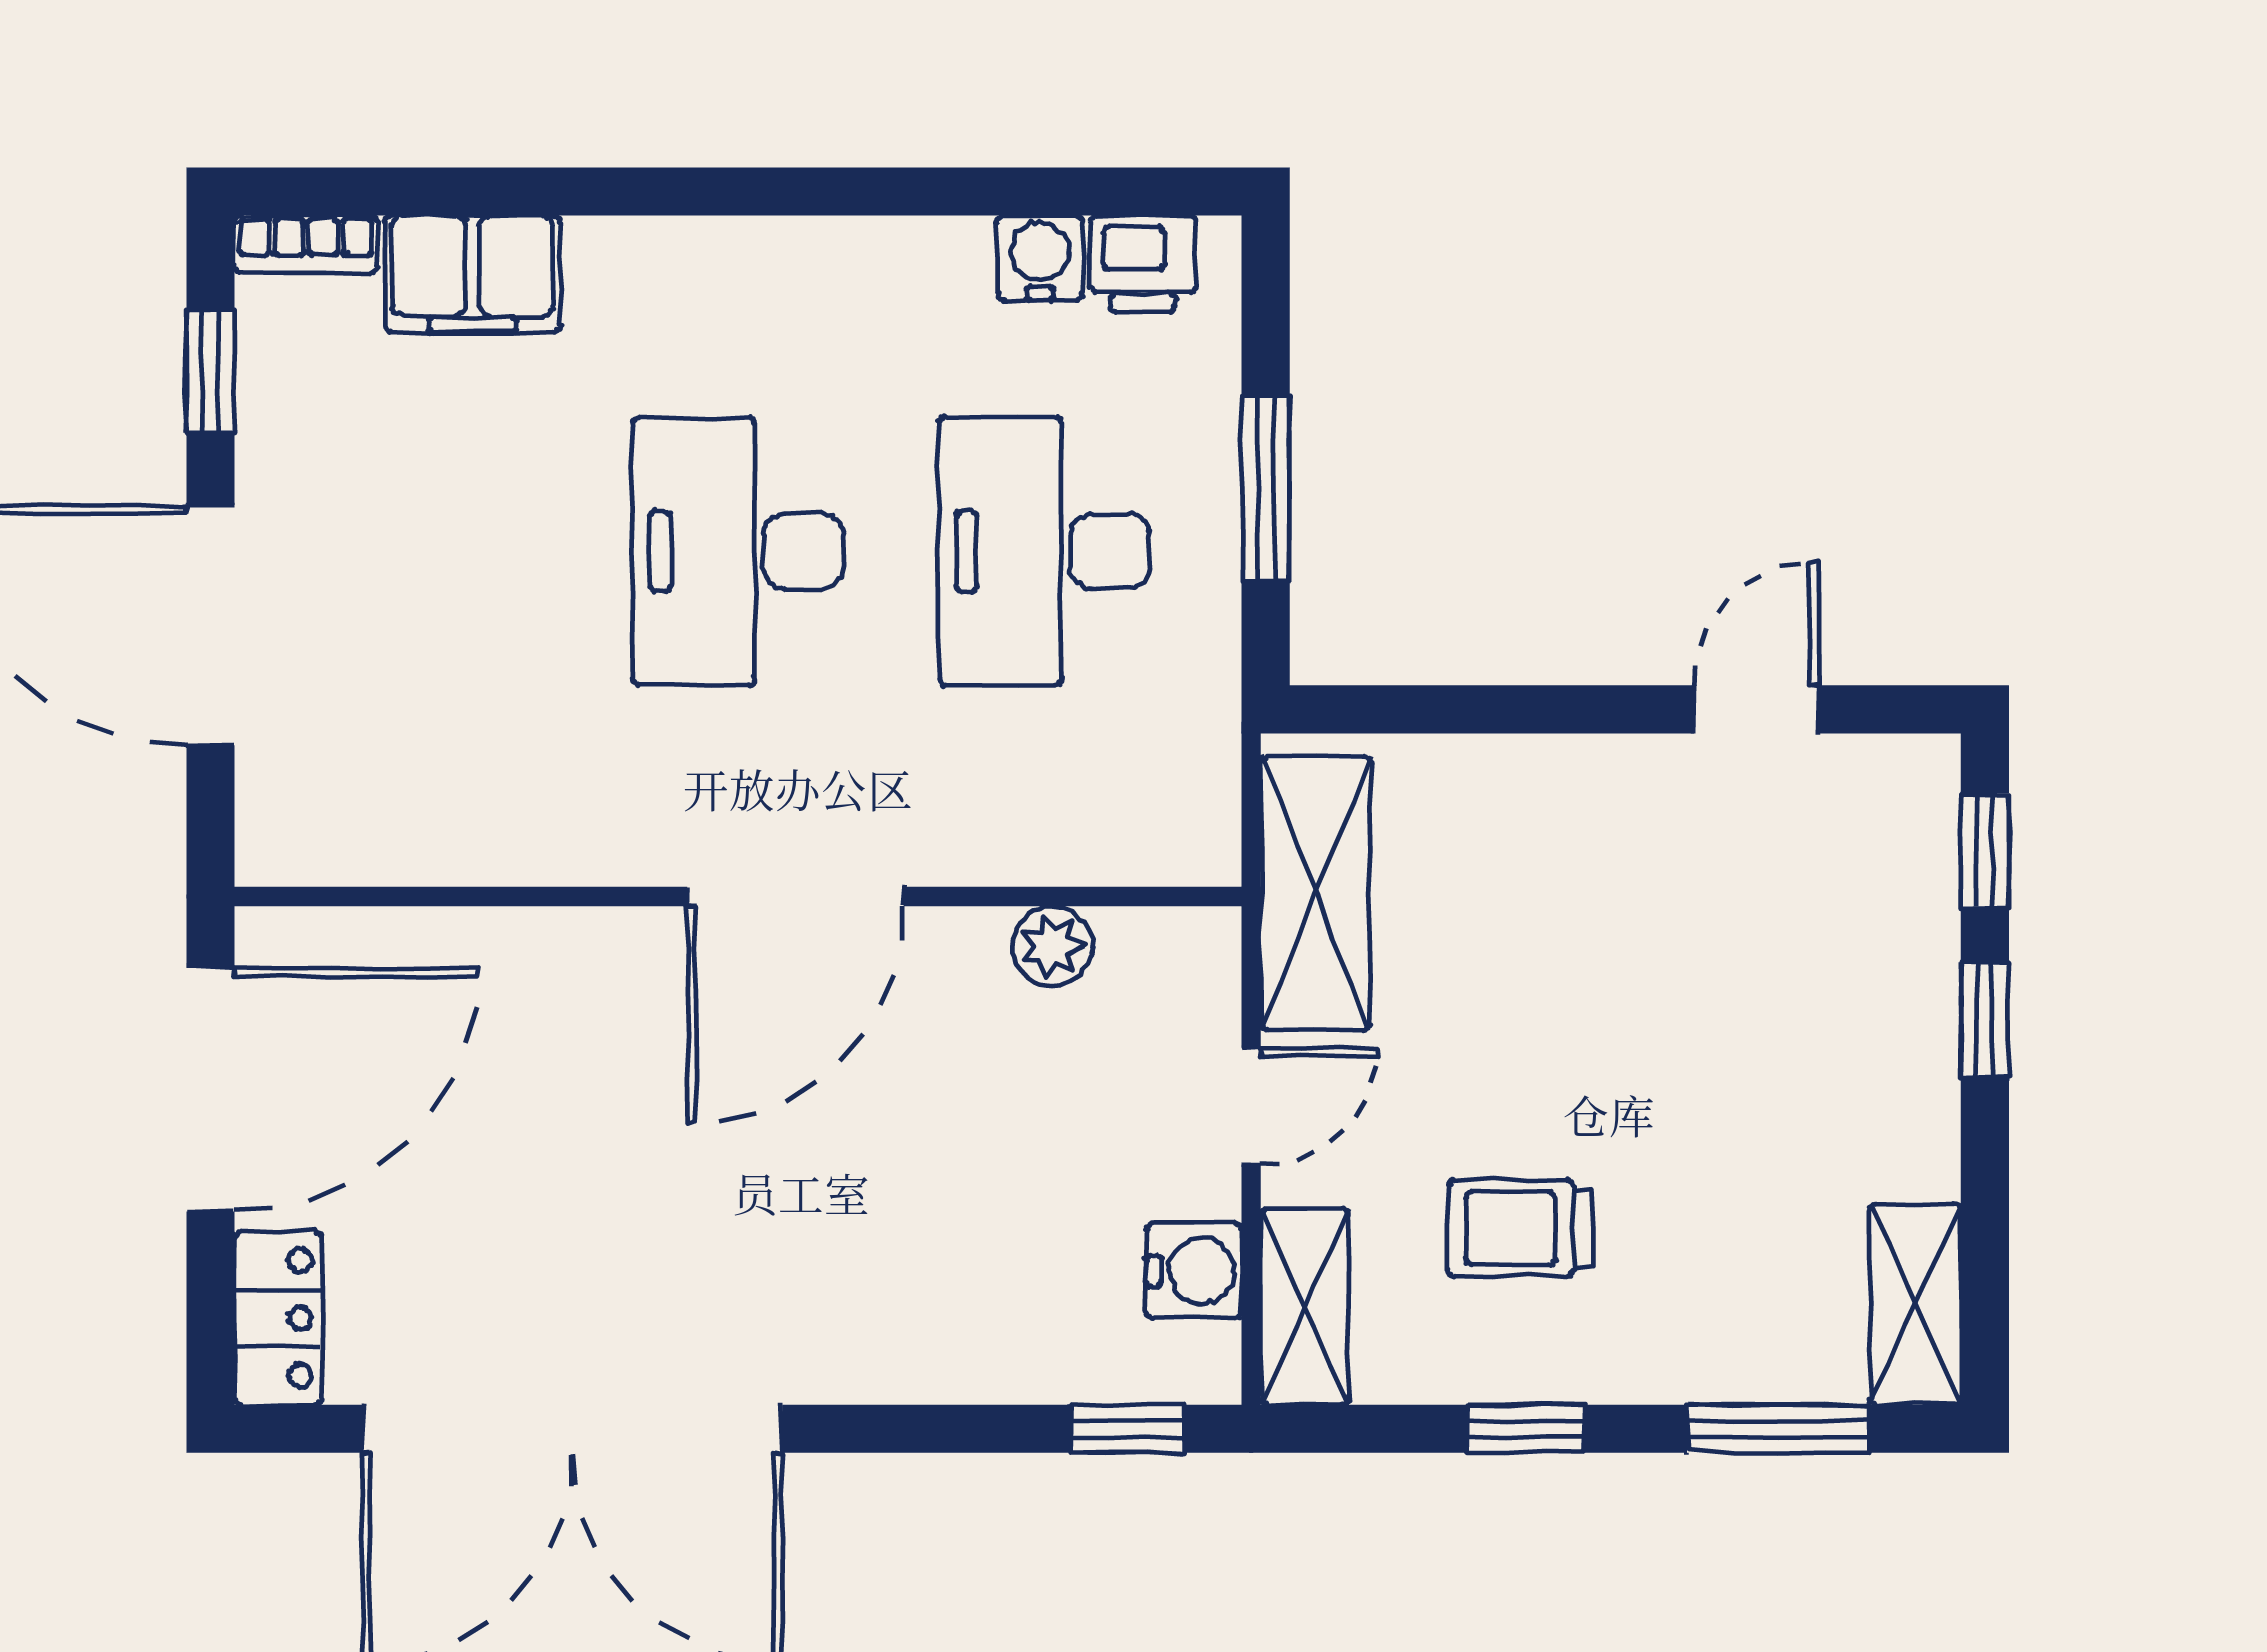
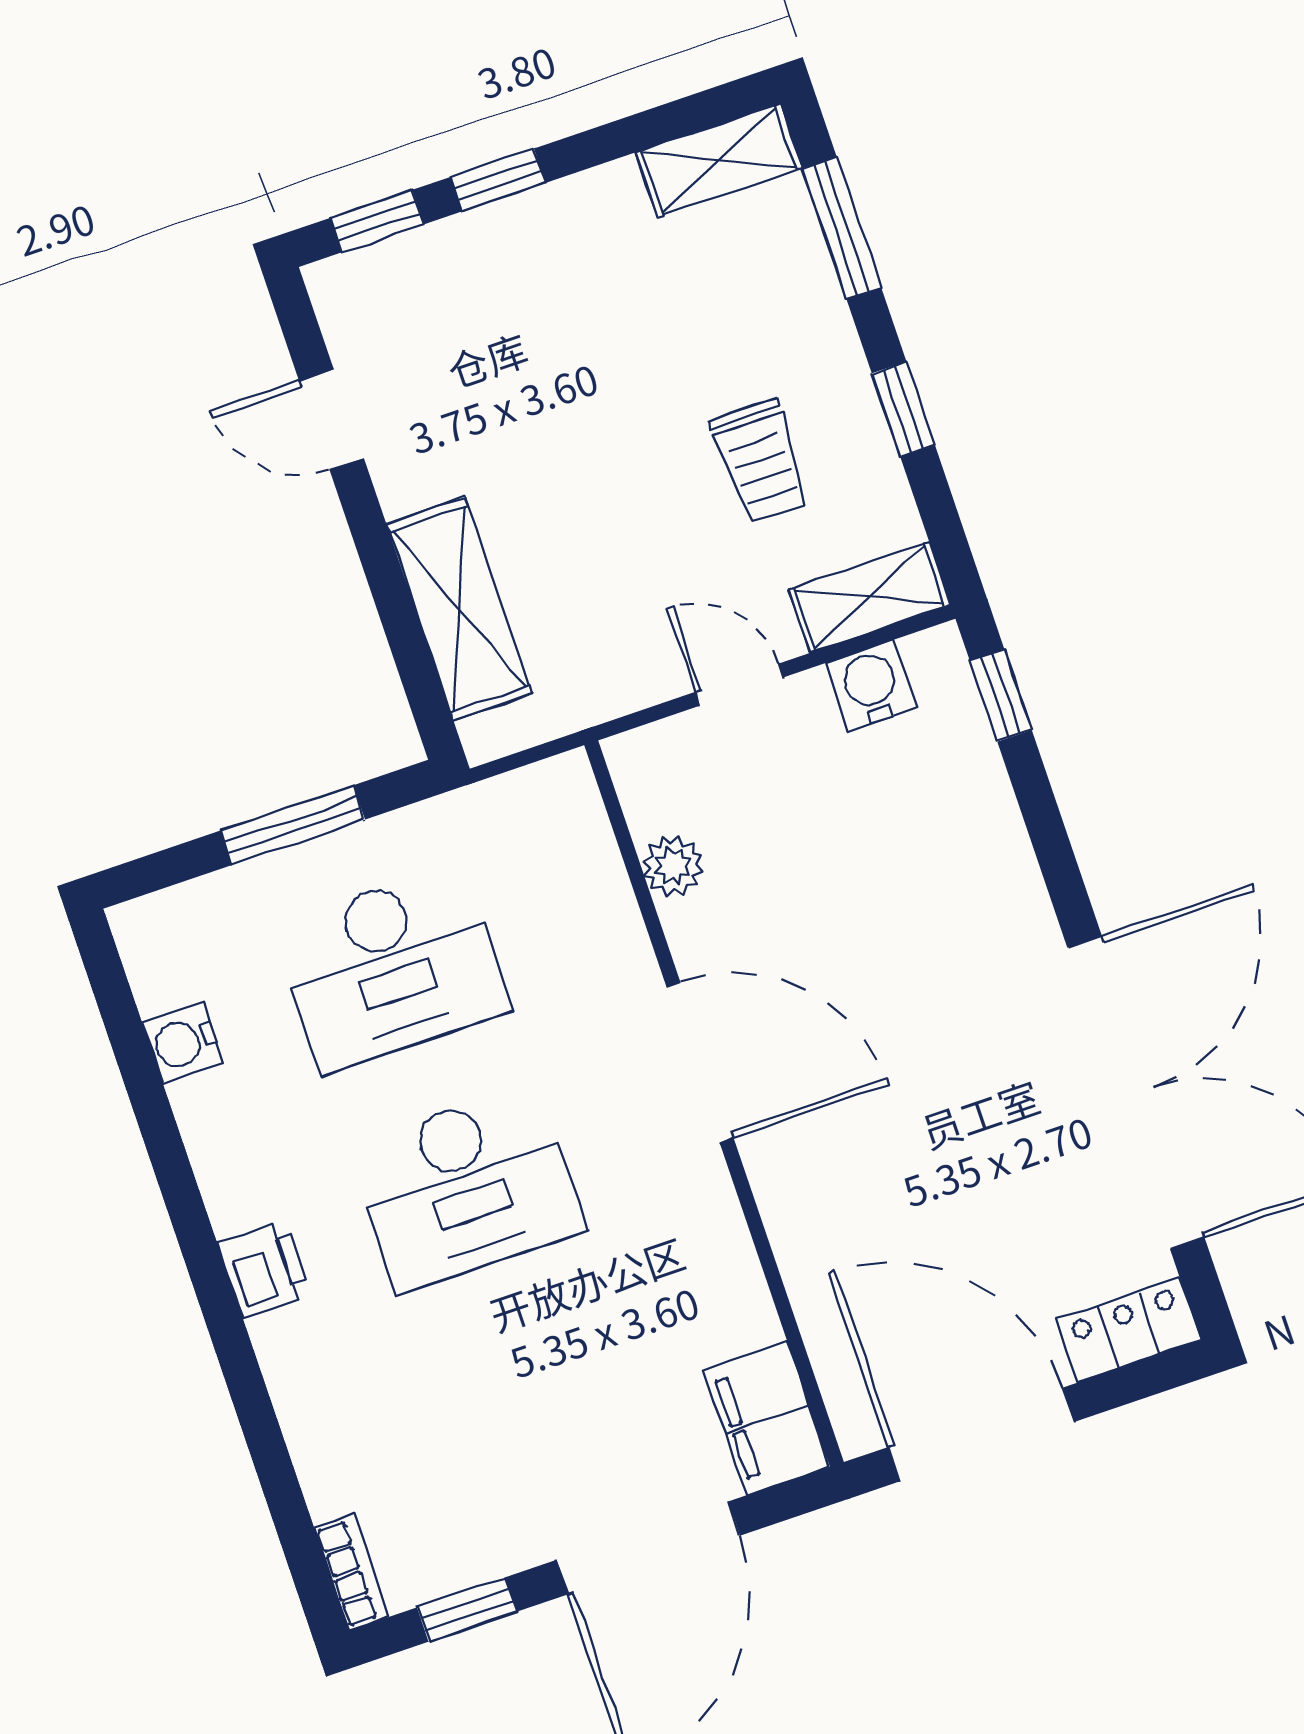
printer: (1143, 264) -> (264, 1269), moved
filing cabinet: (473, 274) -> (767, 1418), moved, turned 180
shelving: (1316, 893) -> (459, 609), moved, turned 90

